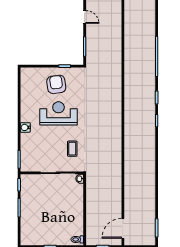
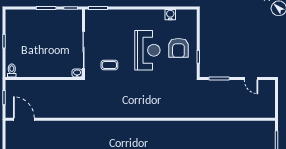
door: (85, 17) -> (251, 78), hinge flipped
armchair: (56, 84) -> (178, 48), turned 98
water cooler: (25, 127) -> (170, 15), moved

